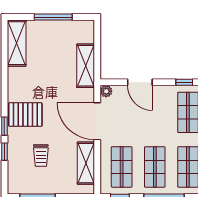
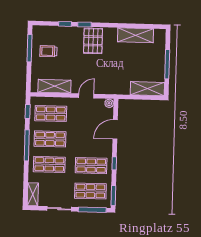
shelving: (17, 43) -> (135, 35), moved
shelving: (86, 66) -> (147, 89), moved
door: (97, 121) -> (86, 96), width x0.53
trolley: (41, 155) -> (48, 51), moved

